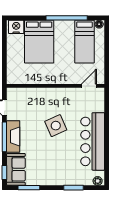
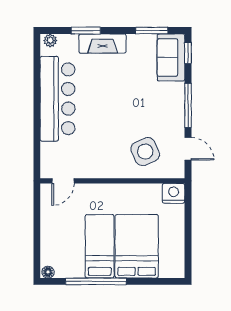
nightstand: (16, 27) -> (174, 193), moved, turned 180
bed: (84, 42) -> (100, 246), moved
side table: (56, 126) -> (145, 152), moved
fireplace: (13, 137) -> (103, 44), moved, turned -90

